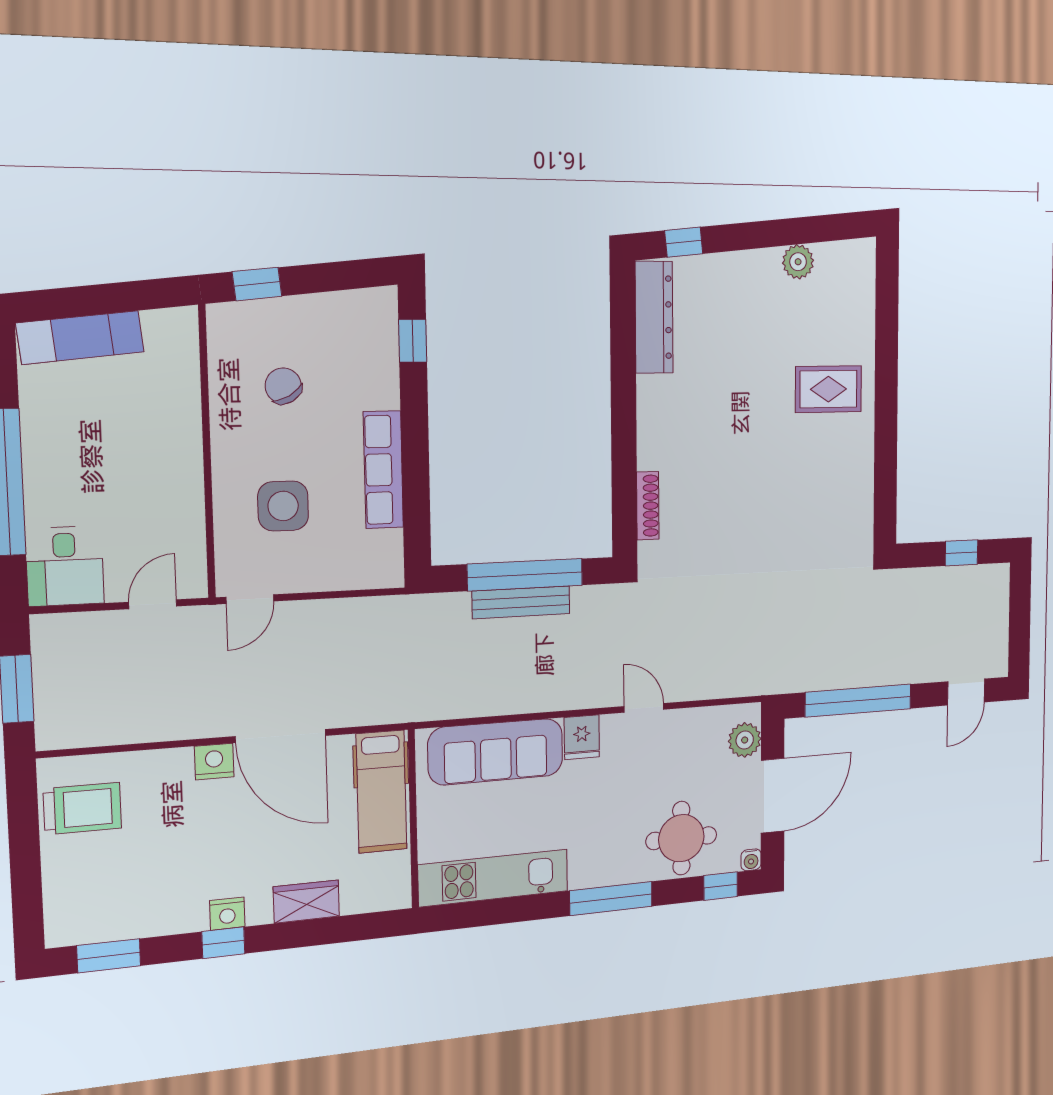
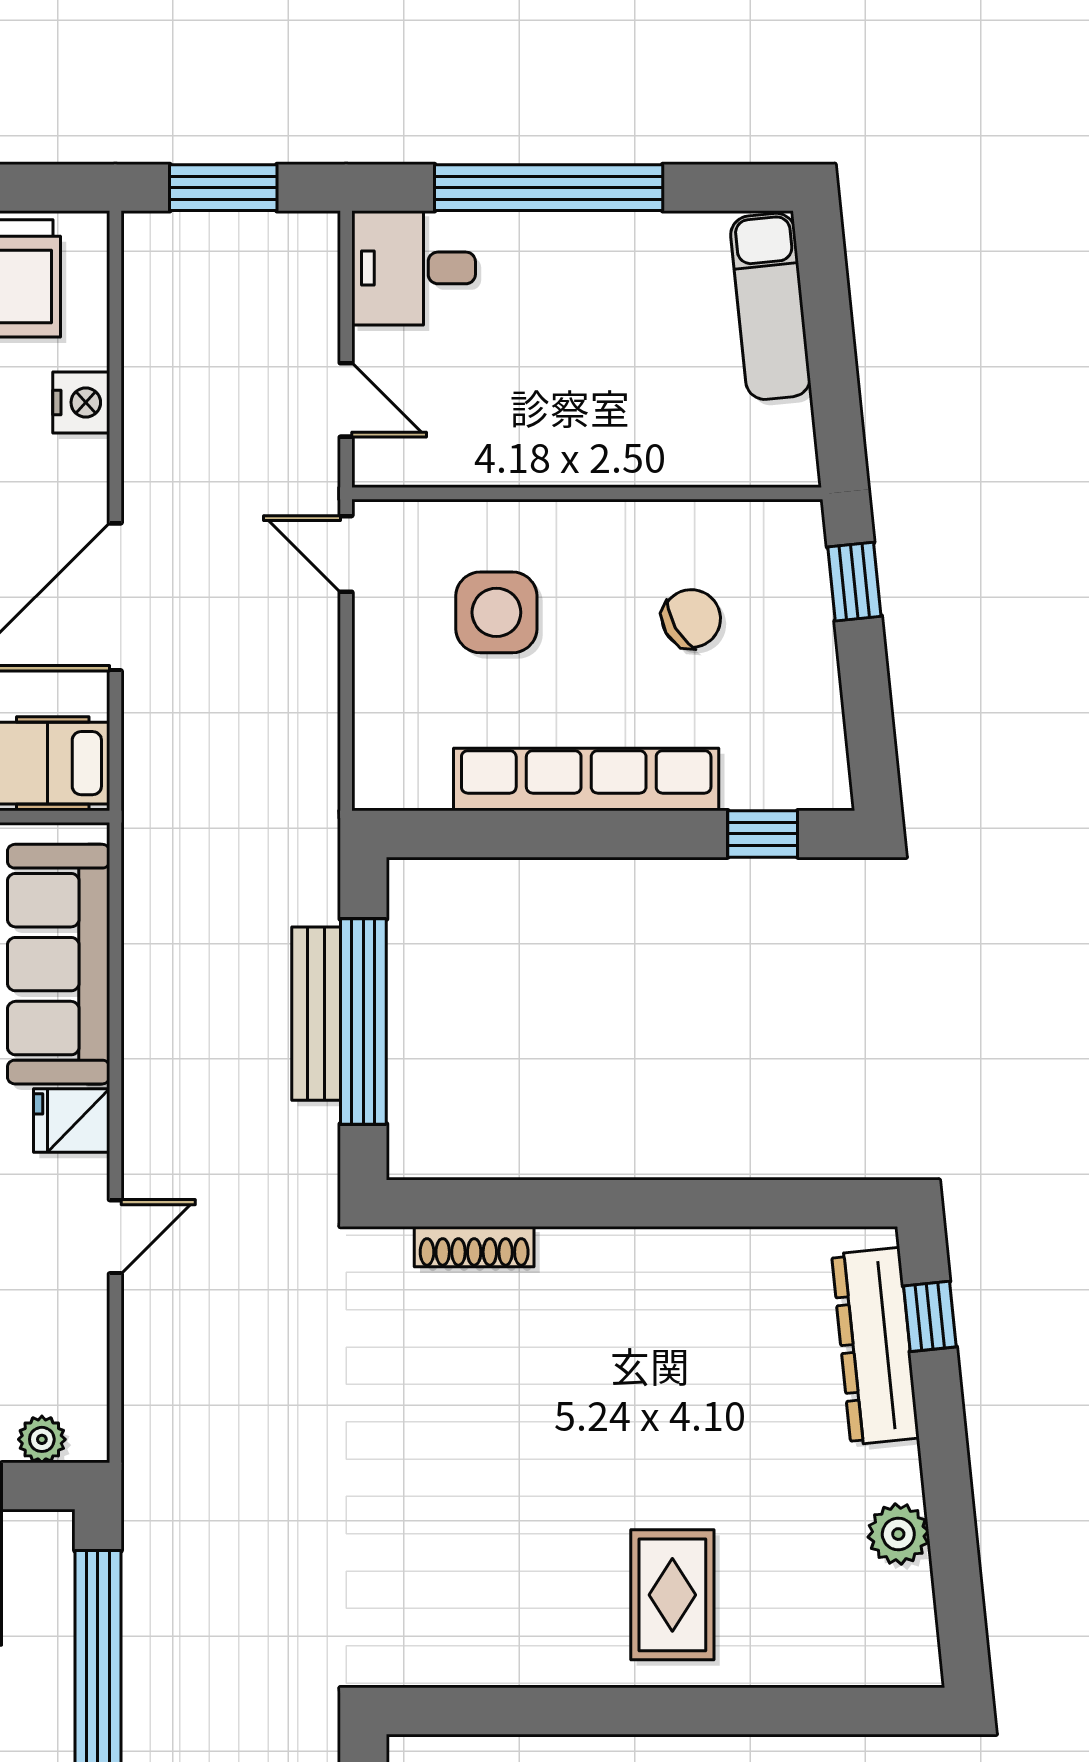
dresser: (654, 317) -> (875, 1346), moved, turned 84
row of seats: (383, 470) -> (586, 779), width x1.36
plant: (745, 740) -> (42, 1439), width x0.73, depth x0.73
nightstand: (214, 762) -> (81, 402), moved

